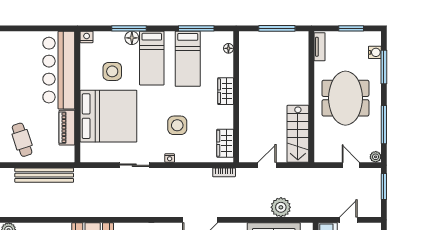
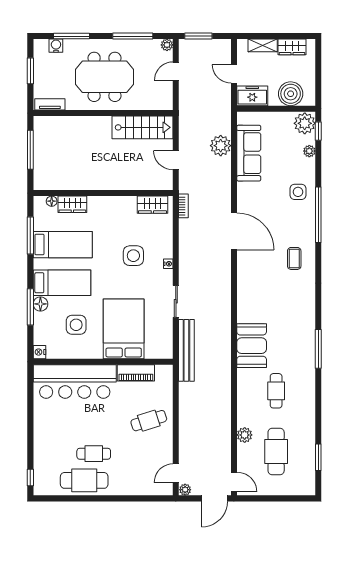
wardrobe: (226, 91) -> (72, 204), moved
bed: (108, 116) -> (124, 329), width x0.73
bench: (44, 175) -> (186, 350), moved

